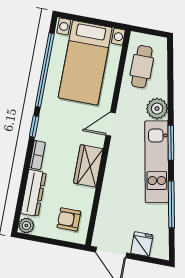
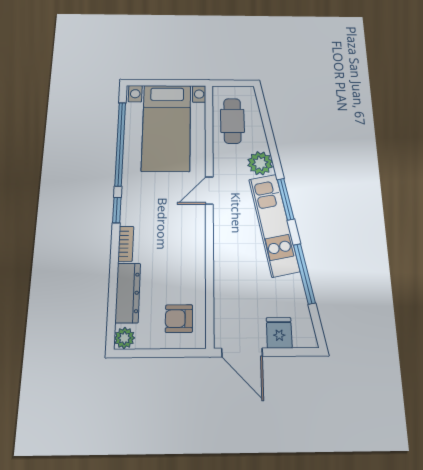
wardrobe: (88, 166) -> (192, 245), removed

